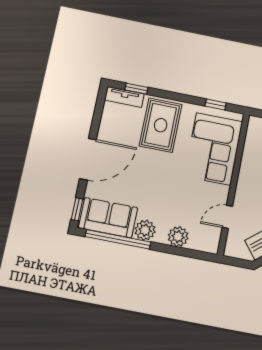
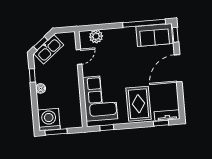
plant: (145, 230) -> (129, 34), removed
plant: (178, 237) -> (96, 36), moved

